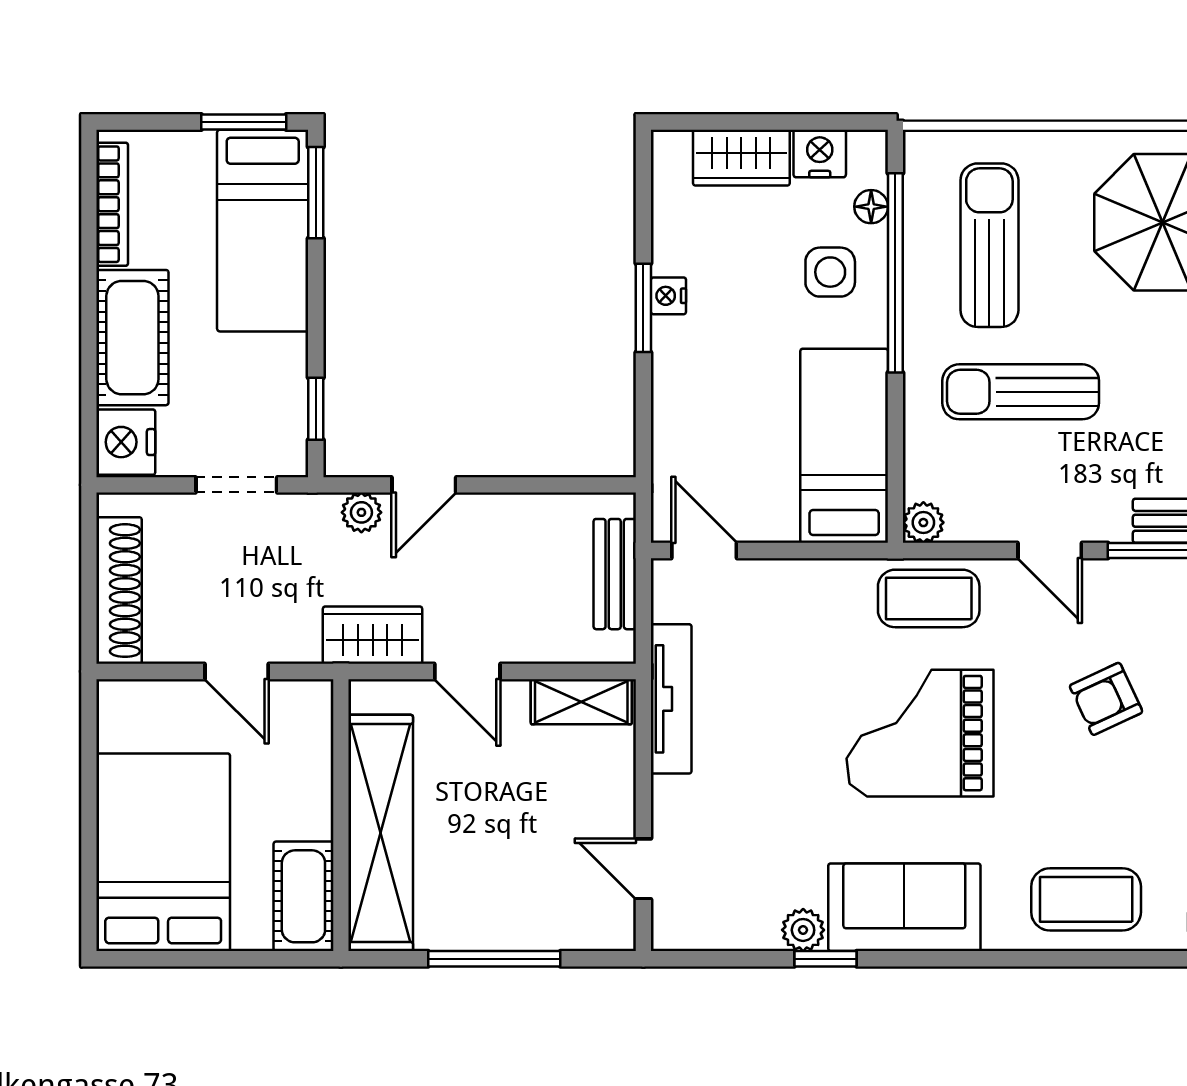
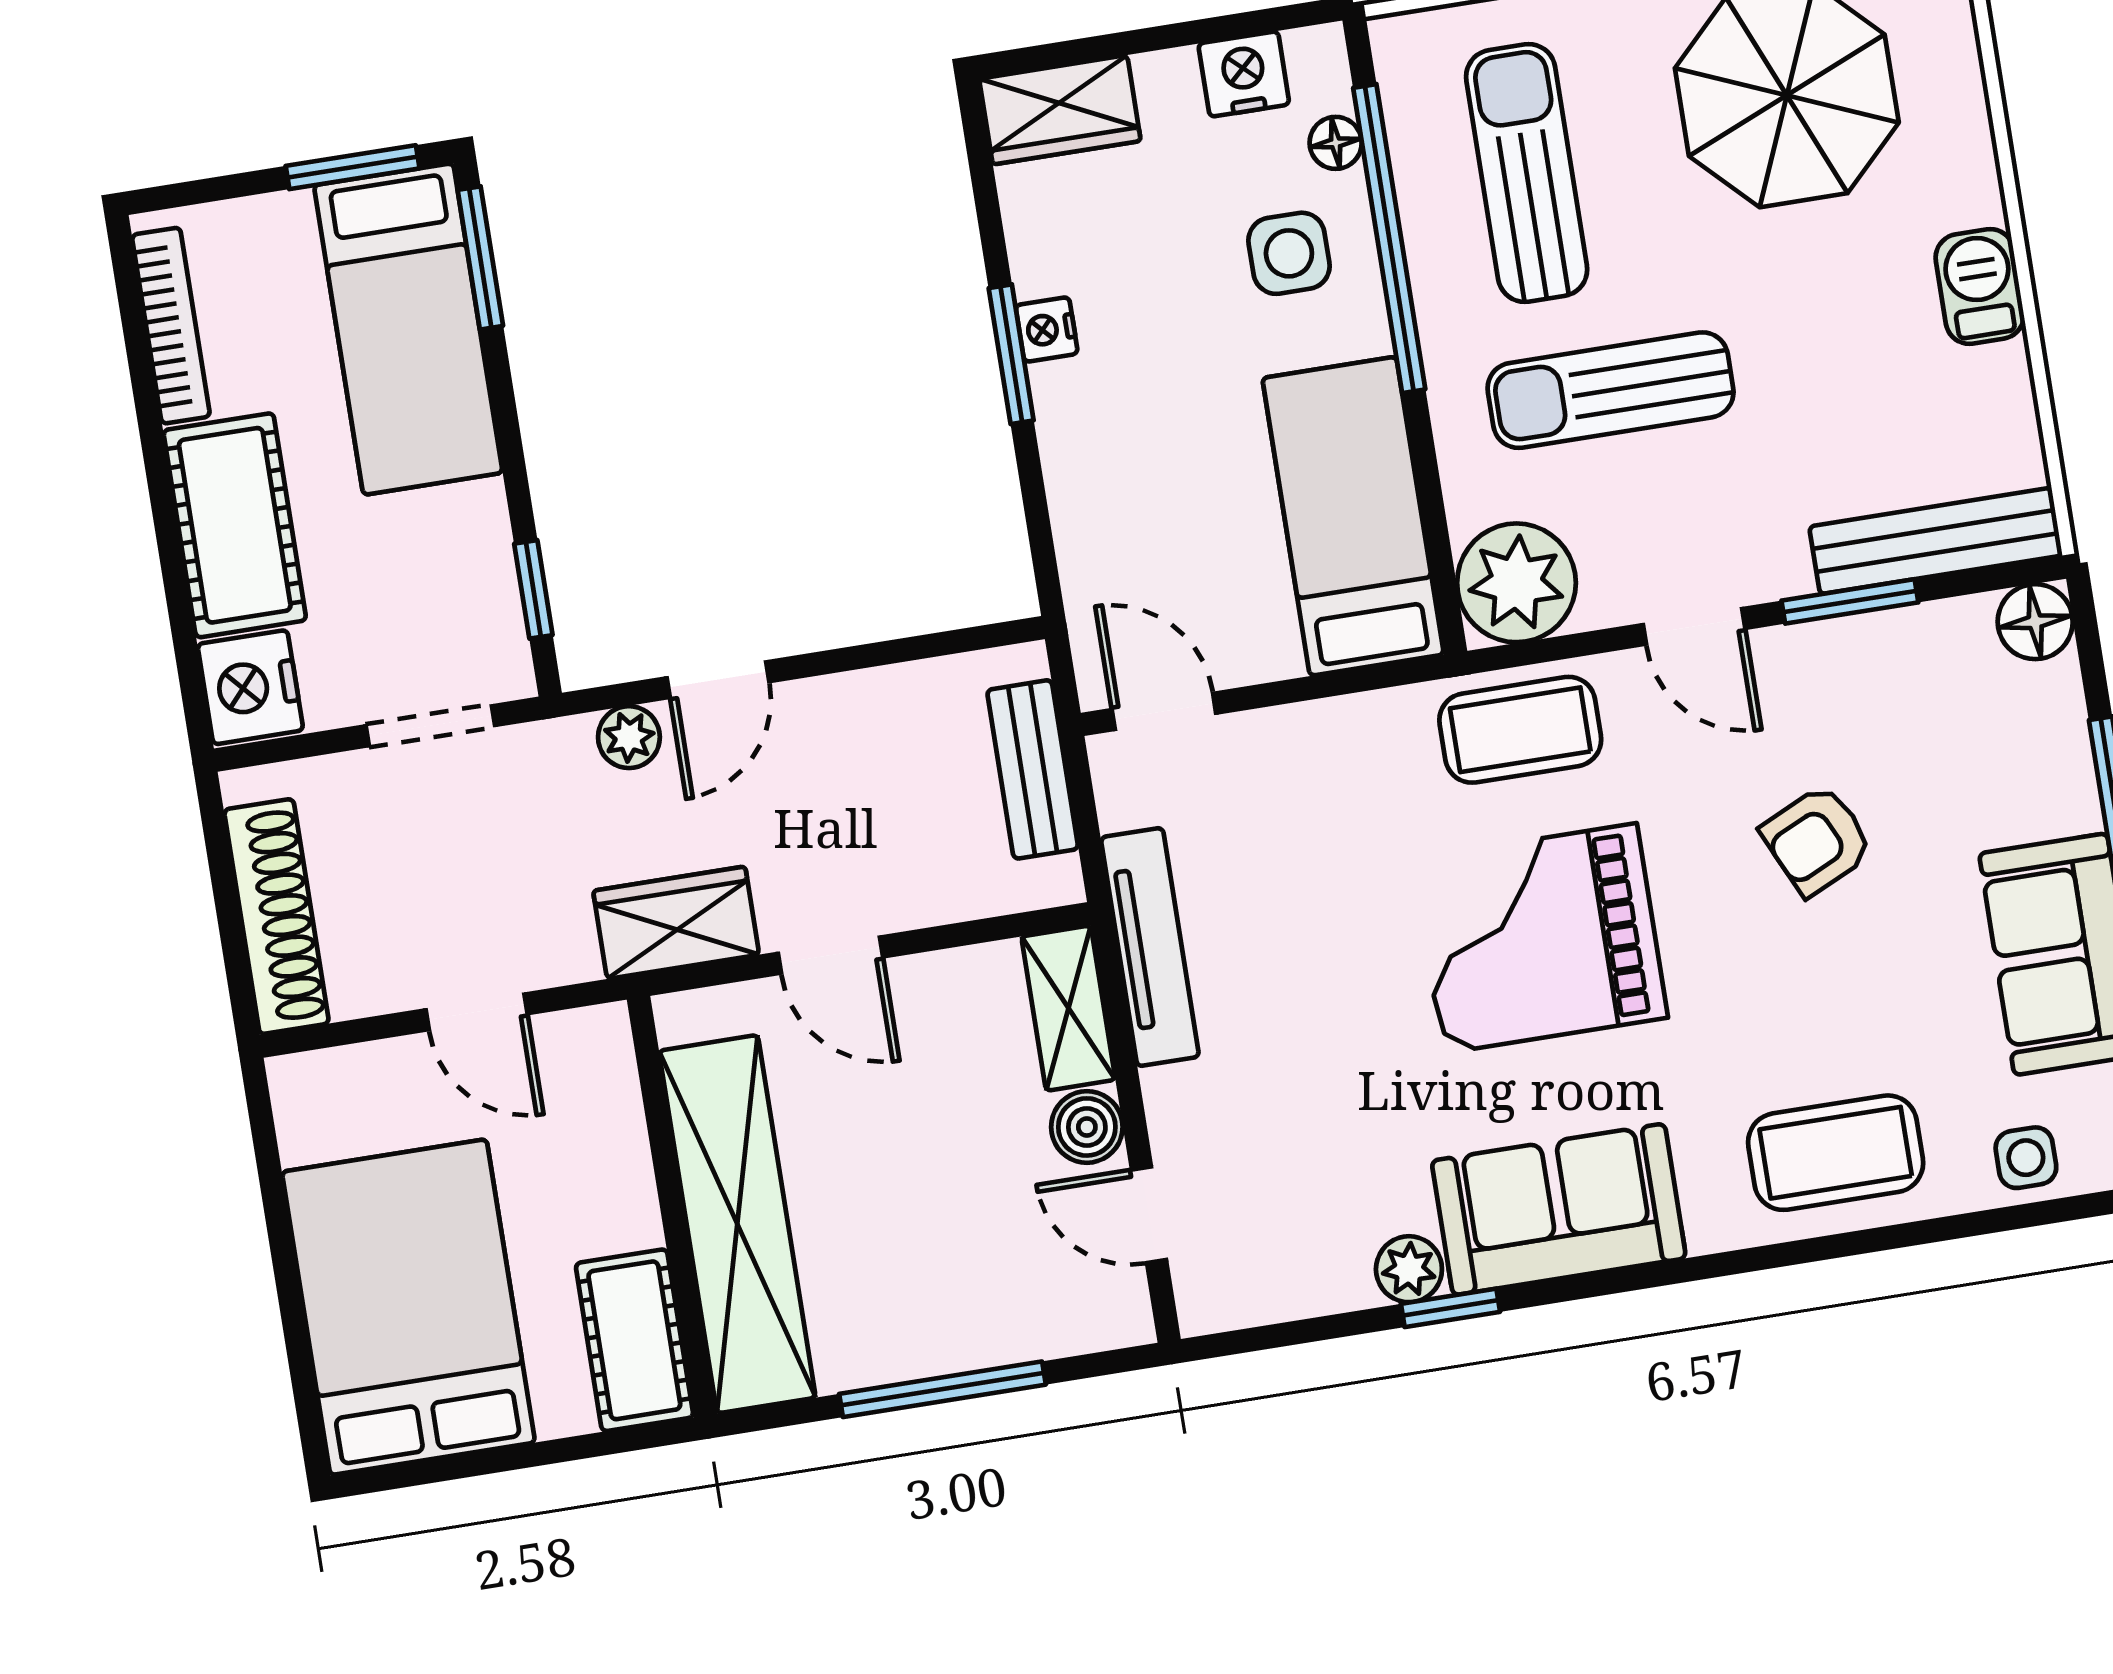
wardrobe: (741, 158) -> (1060, 110), moved
plant: (923, 523) -> (1516, 583), width x1.88, depth x1.88
shelving: (581, 702) -> (1068, 1008), moved, turned 90
boiler: (613, 807) -> (1087, 1127), added

